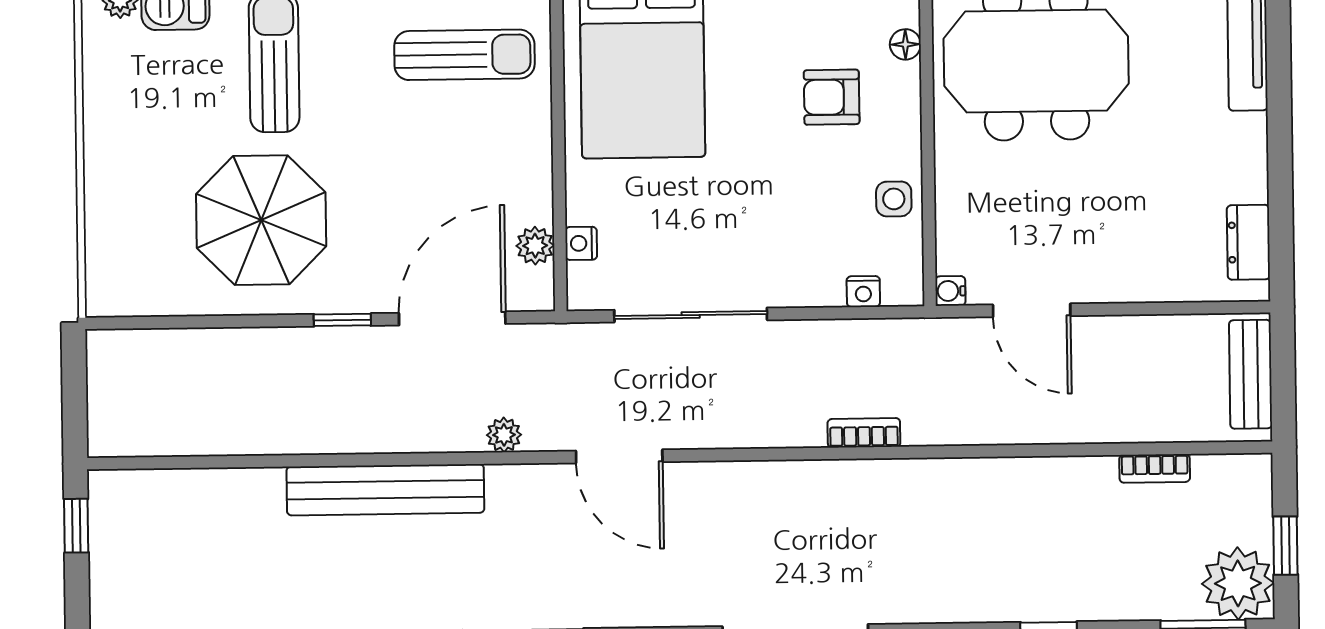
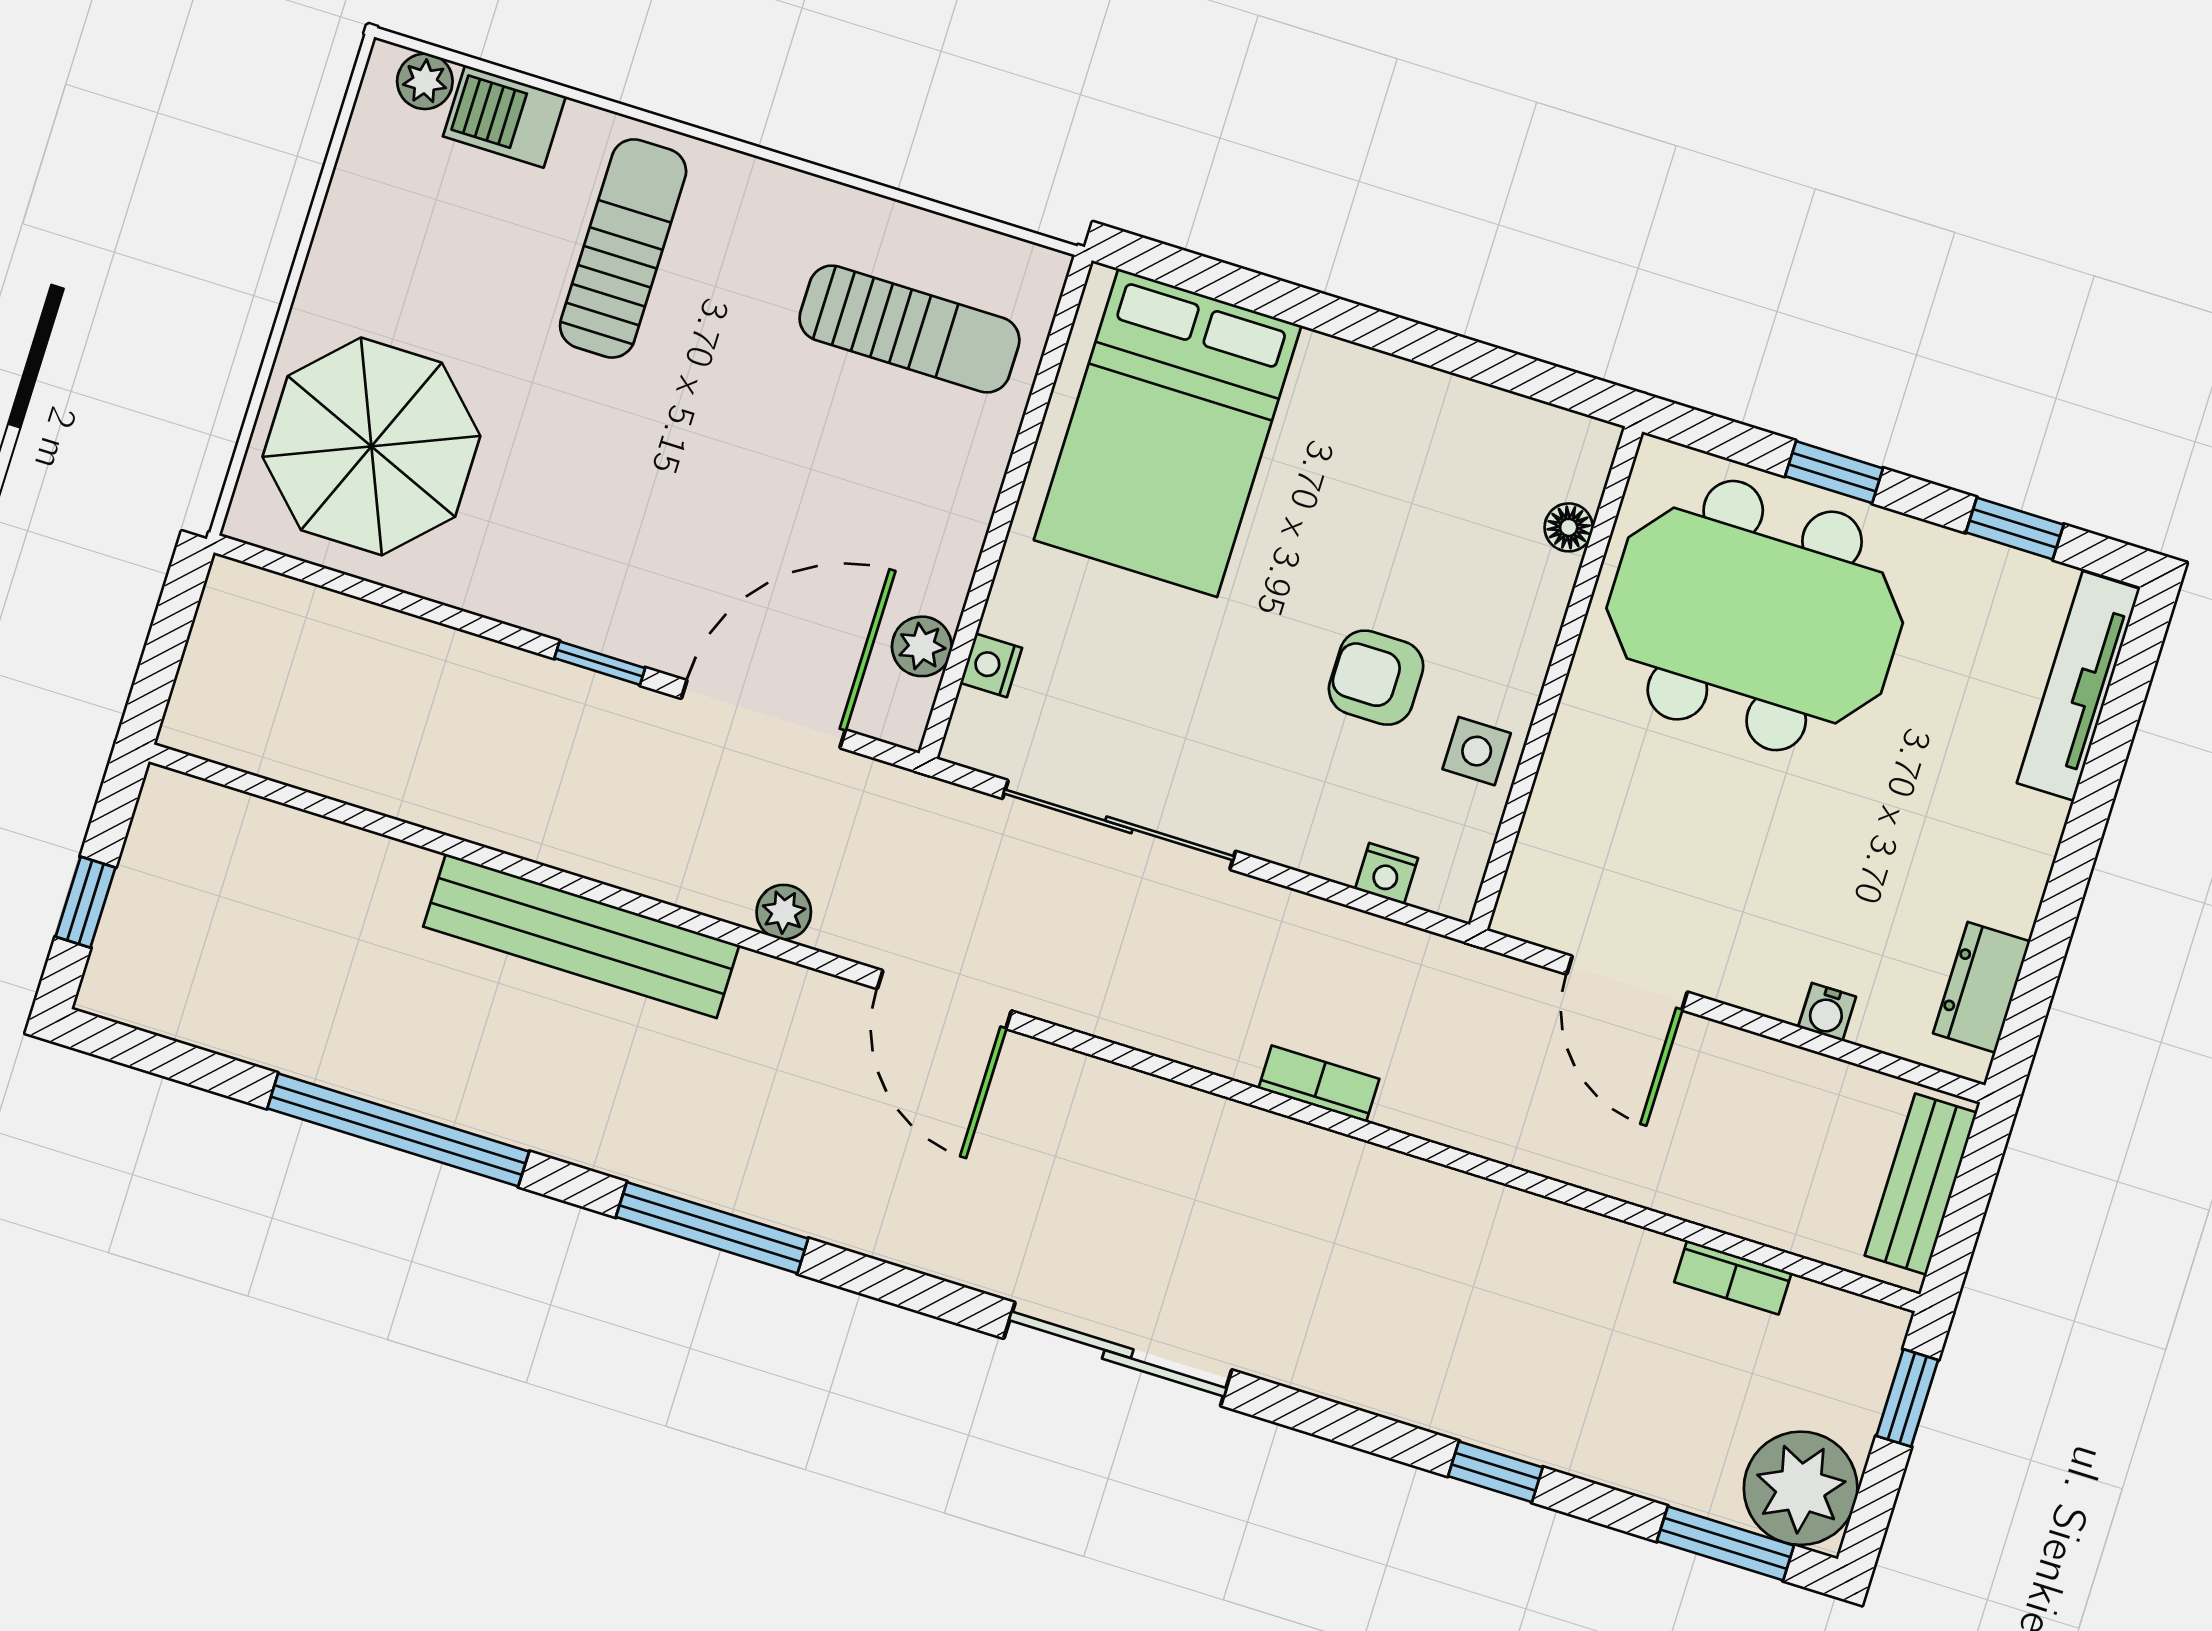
armchair: (832, 97) -> (1376, 678), moved
parasol: (261, 220) -> (371, 446), moved
water cooler: (950, 291) -> (1827, 1012), moved, turned -90
window: (76, 526) -> (85, 902), moved
window: (1285, 546) -> (1907, 1398), moved

